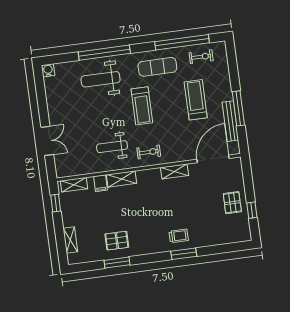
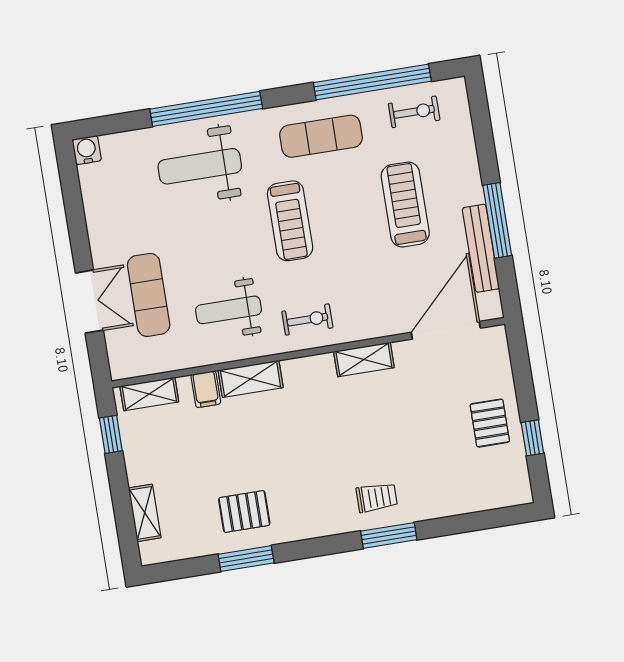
exercise mat: (75, 139) -> (149, 295), added

